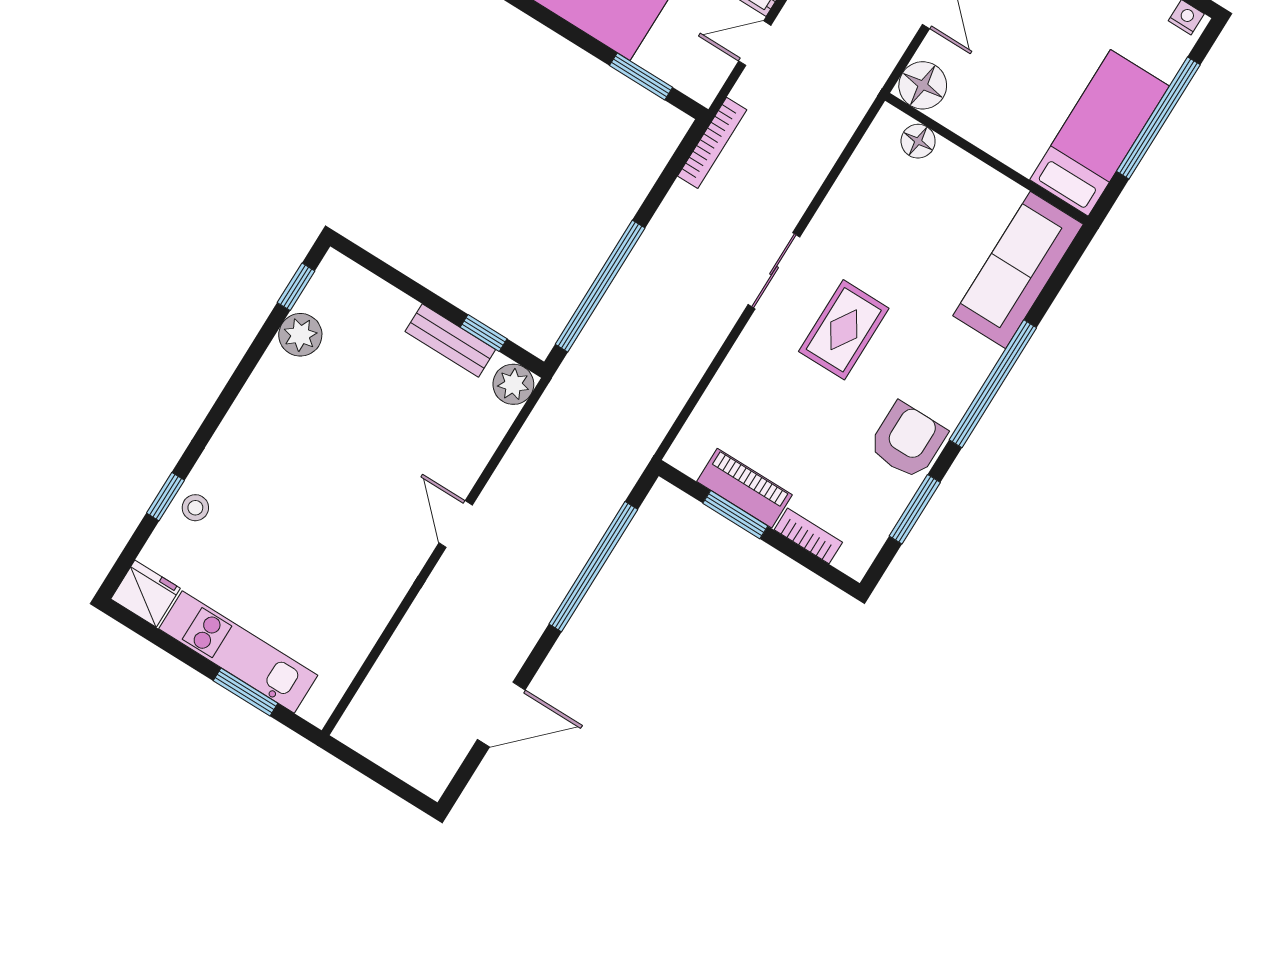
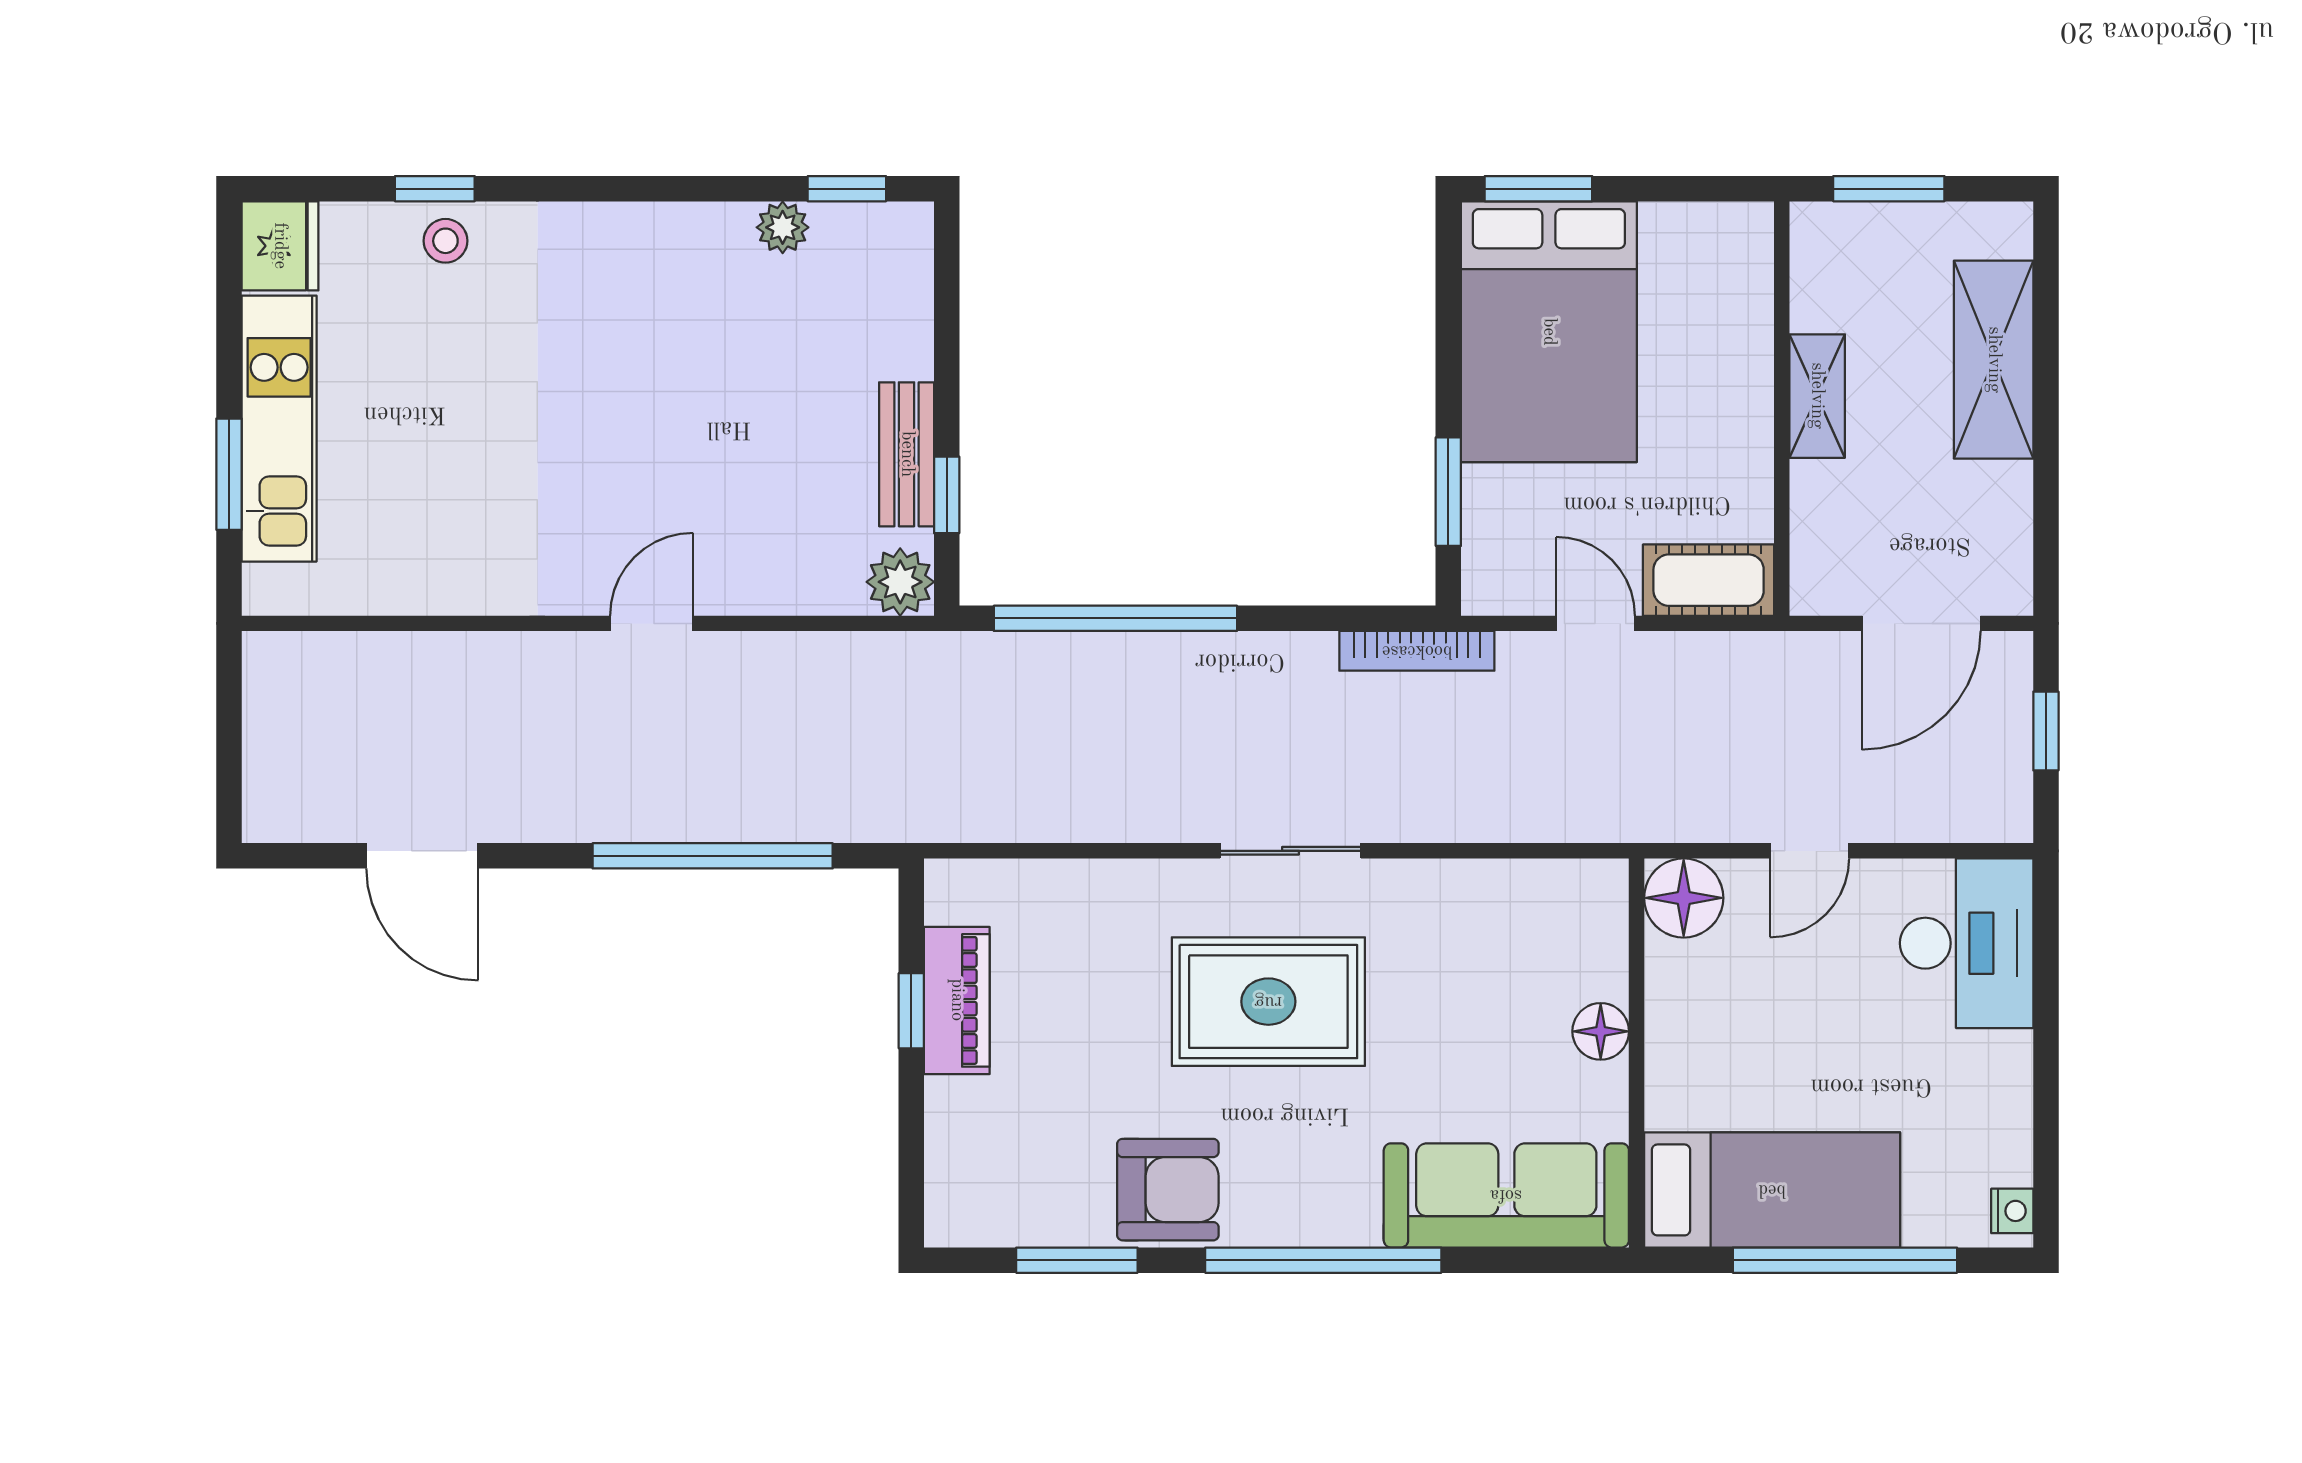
floor lamp: (918, 141) -> (1601, 1031), moved
rug: (844, 330) -> (1268, 1002), width x1.36, depth x1.43
plant: (300, 335) -> (783, 227), width x0.73, depth x0.73
window: (735, 515) -> (911, 1011), width x0.67
bookcase: (808, 536) -> (945, 1133), removed

